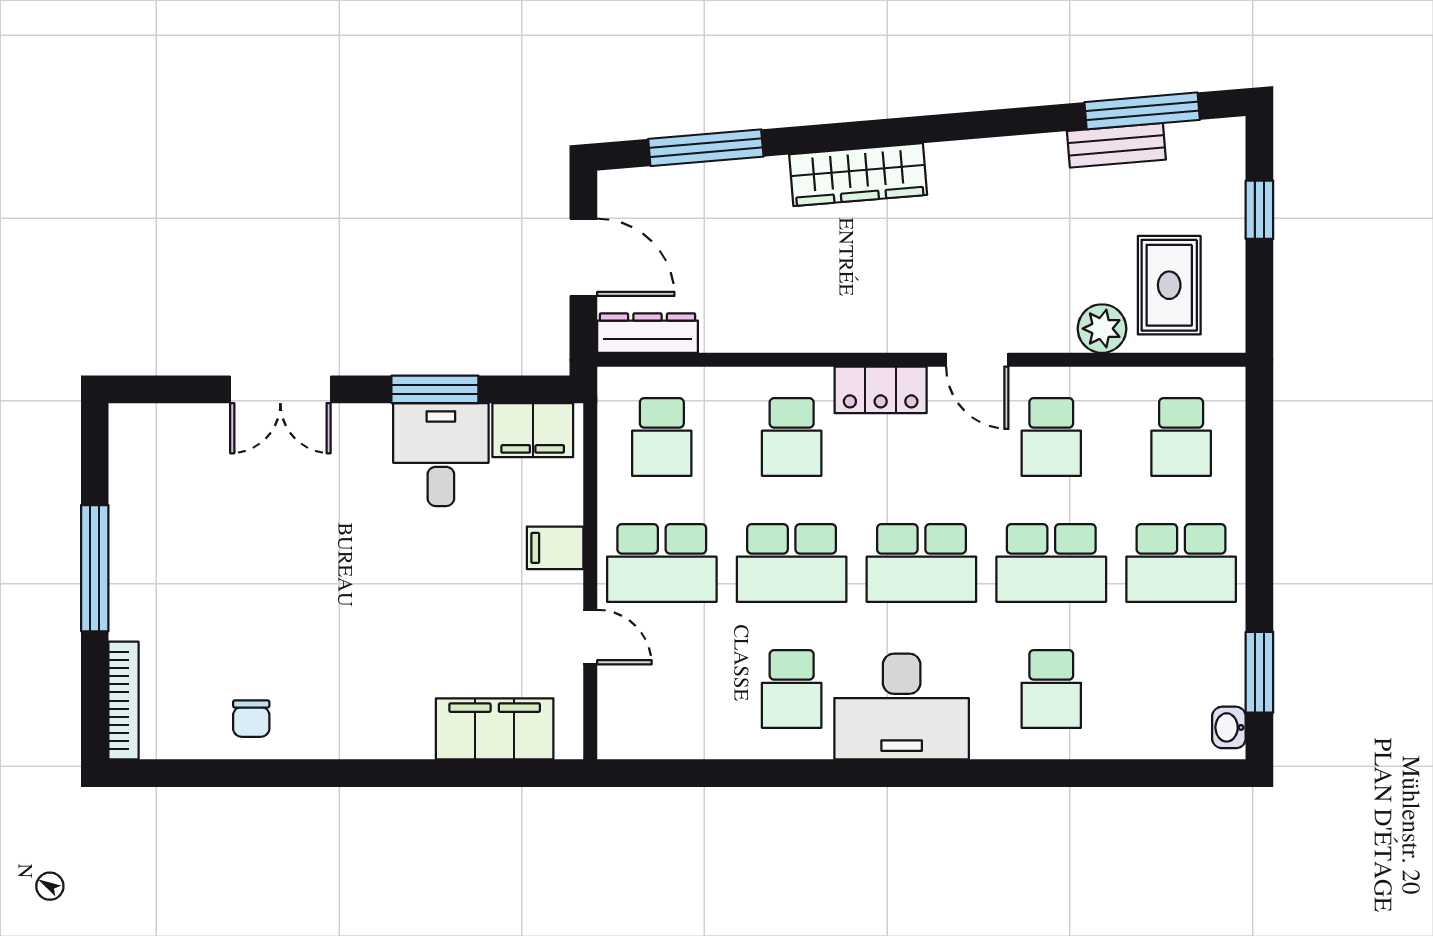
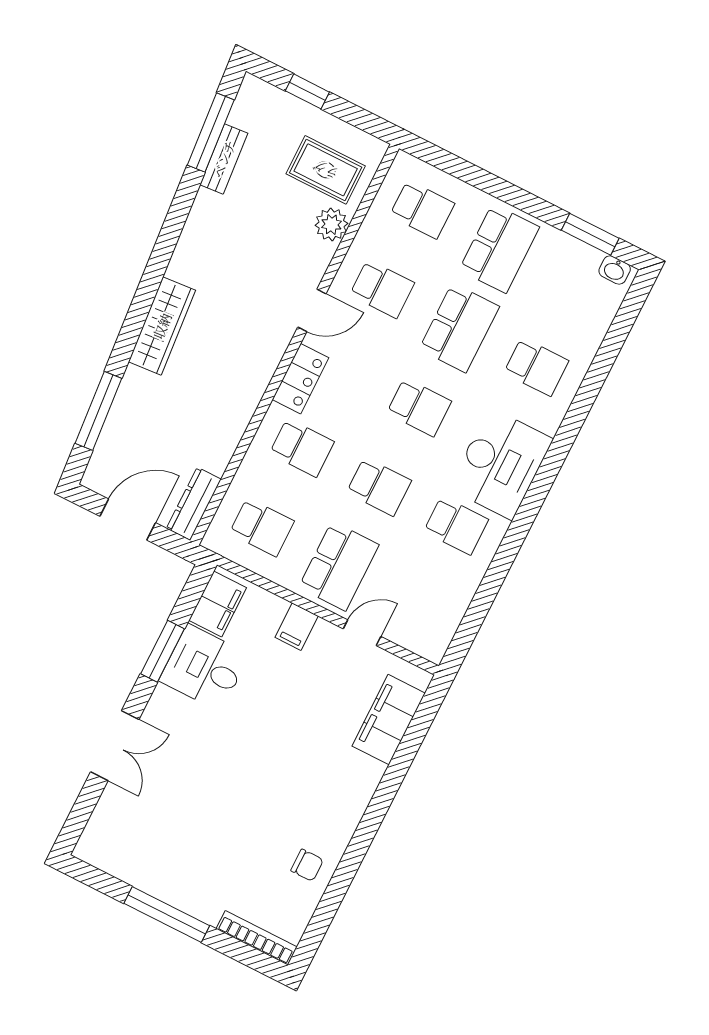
school desk: (792, 563) -> (379, 487), width x0.54
school desk: (921, 563) -> (419, 407), width x0.54

